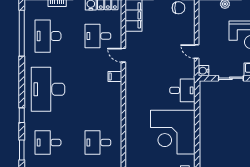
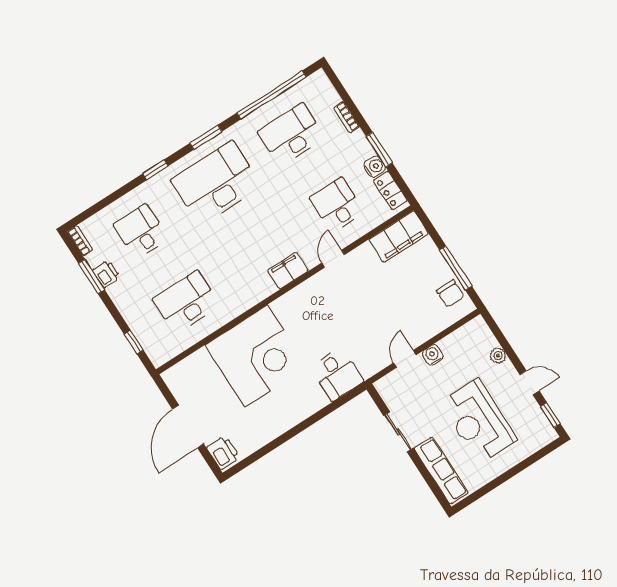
water cooler: (204, 71) -> (433, 355), moved
filing cabinet: (115, 76) -> (288, 271), width x2.00
corner desk: (173, 132) -> (256, 356), moved, turned 180
desk: (98, 142) -> (186, 302), width x1.37
window: (22, 150) -> (206, 137), moved

